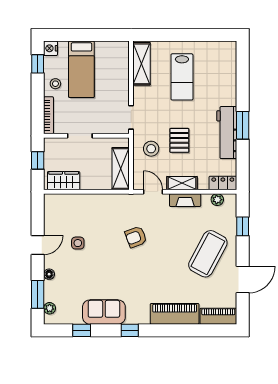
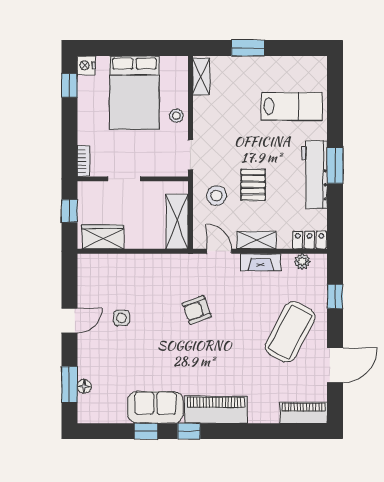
window: (175, 35) -> (248, 48), added
shelving: (141, 64) -> (201, 76), width x0.67, depth x0.75
bed: (81, 69) -> (134, 93), width x1.50
lab bench: (182, 77) -> (292, 106), moved, turned -90
stool: (55, 84) -> (176, 116), moved
bookcase: (49, 115) -> (83, 161), width x0.64
floor lamp: (49, 274) -> (84, 386), moved
plant: (50, 308) -> (85, 402), removed
piano: (175, 314) -> (216, 410), moved
window: (82, 330) -> (146, 431), moved

